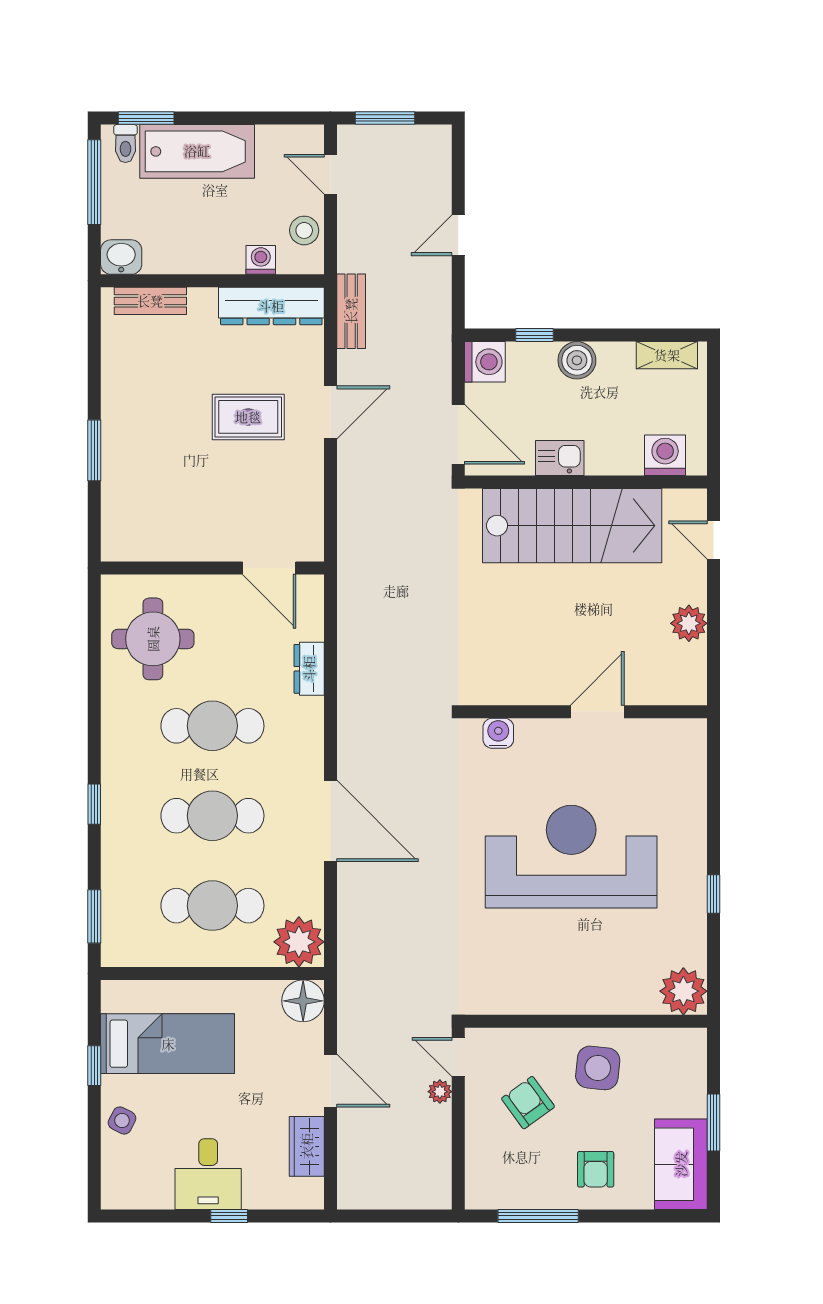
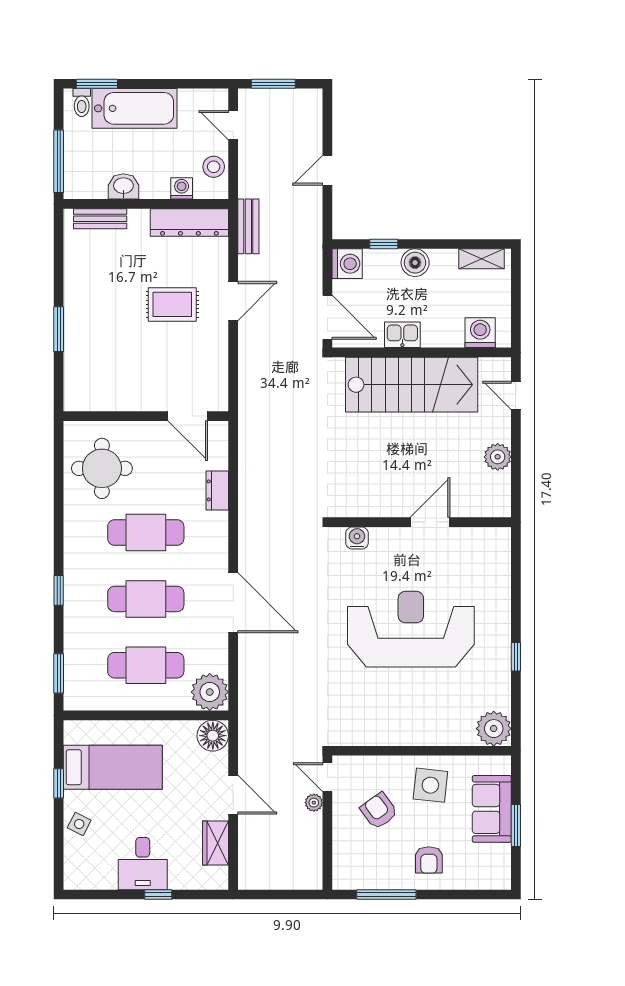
window: (94, 182) -> (59, 161), moved
washbasin: (121, 257) -> (123, 186), moved
sofa: (681, 1164) -> (492, 809), moved

